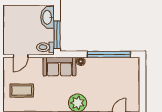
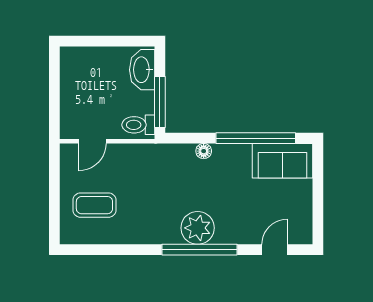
sofa: (59, 67) -> (282, 161), moved

